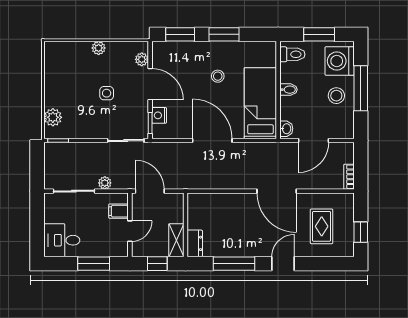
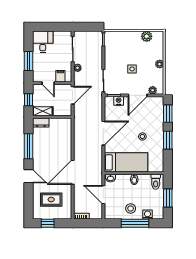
washing machine: (340, 61) -> (147, 215), width x0.53, depth x0.53
plant: (53, 117) -> (147, 36), moved

